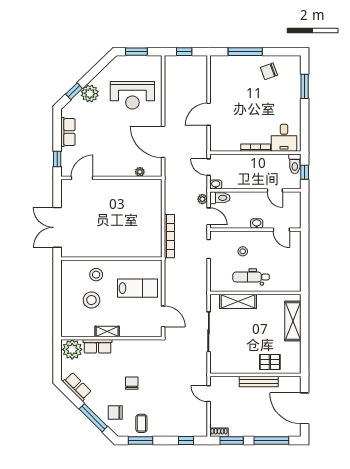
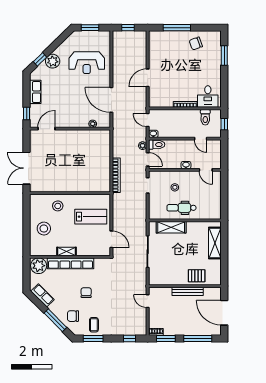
toilet: (295, 164) -> (205, 117), moved
stool: (91, 300) -> (44, 229), moved
row of seats: (98, 346) -> (71, 263), width x2.02

